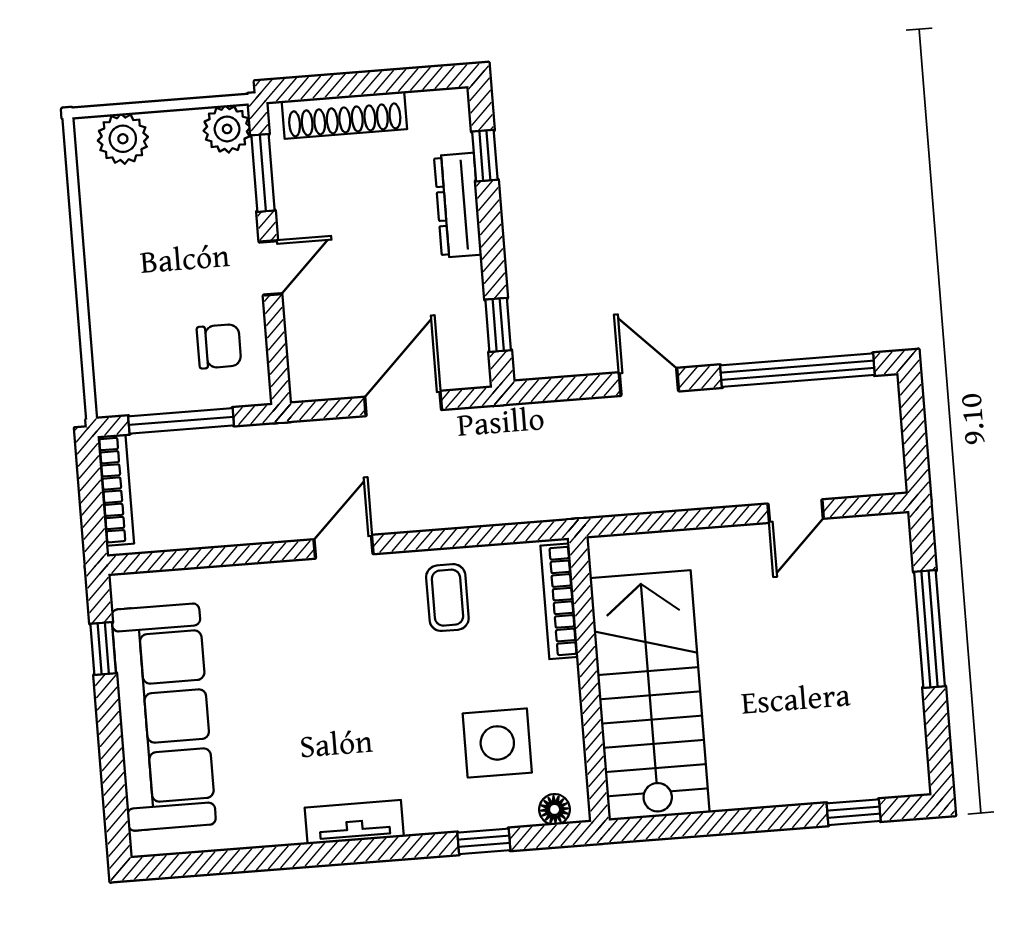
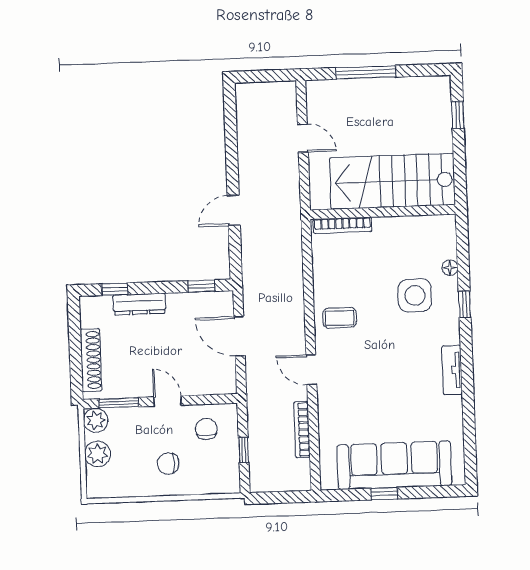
plant: (123, 139) -> (98, 454), moved
chair: (148, 275) -> (168, 464), added
window: (797, 370) -> (231, 134), removed
window: (181, 421) -> (244, 450), width x0.46
bookcase: (116, 490) -> (302, 430), moved, turned -90
bookcase: (559, 601) -> (342, 225), moved
window: (103, 649) -> (384, 494), moved
wall: (589, 679) -> (383, 212), moved
stairs: (650, 695) -> (392, 181), moved

